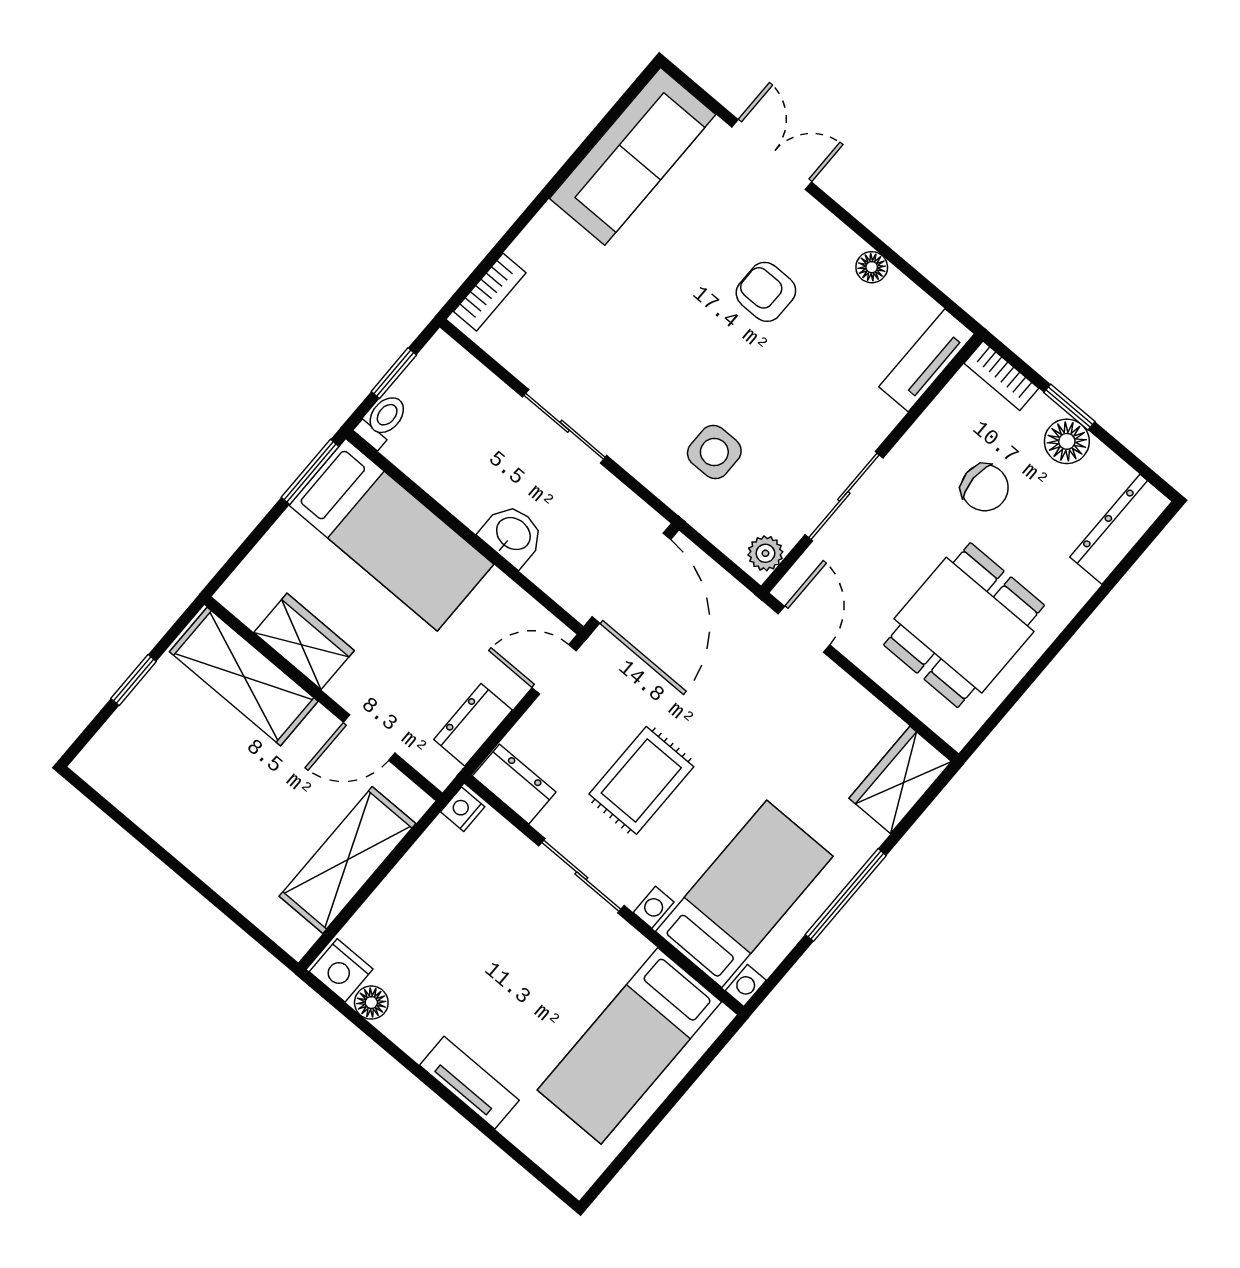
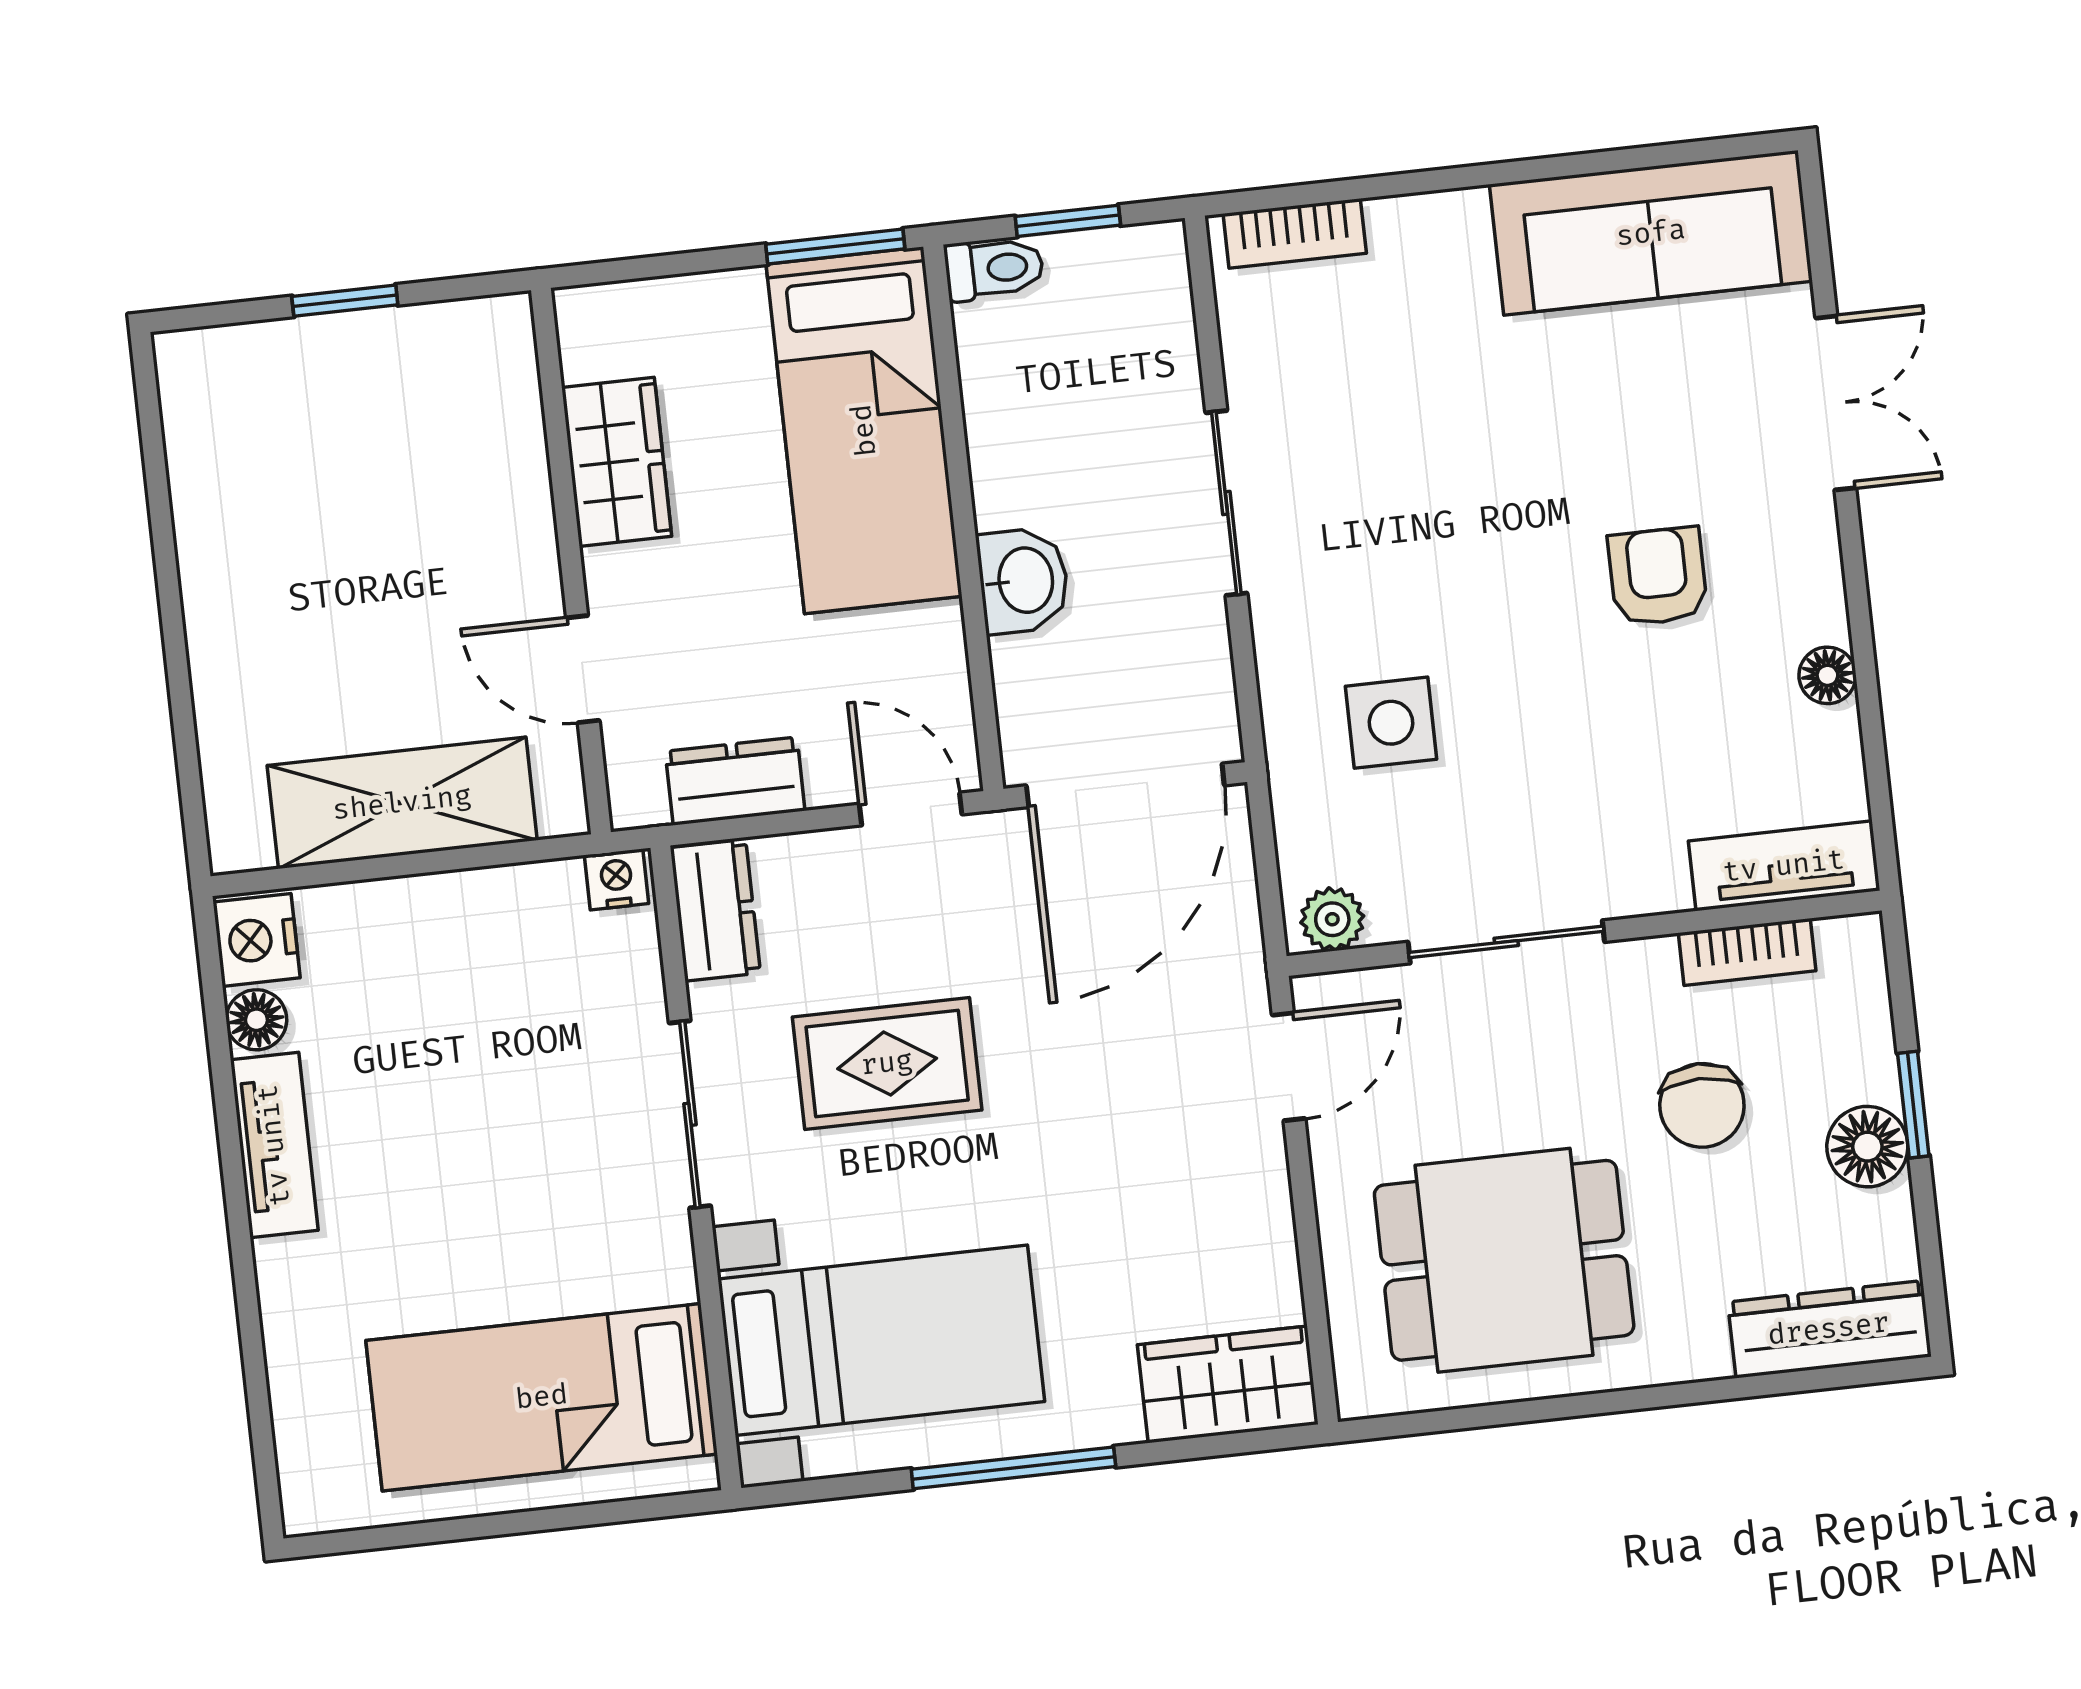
bookcase: (1001, 376) -> (1747, 952), moved, turned -90
shelving: (244, 677) -> (494, 433), removed
tv unit: (469, 1083) -> (274, 1145), moved

